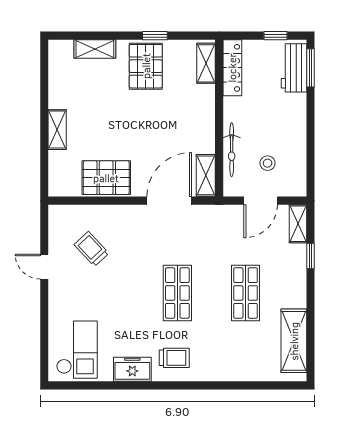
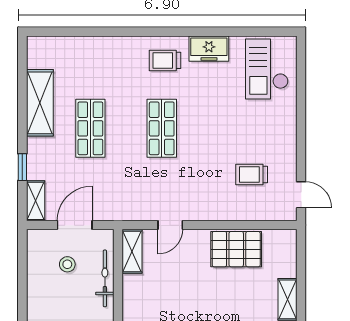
door: (169, 201) -> (170, 225), width x0.53
trolley: (91, 249) -> (252, 174), turned 133
door: (44, 267) -> (301, 195), moved
shelving: (294, 341) -> (40, 103), moved

